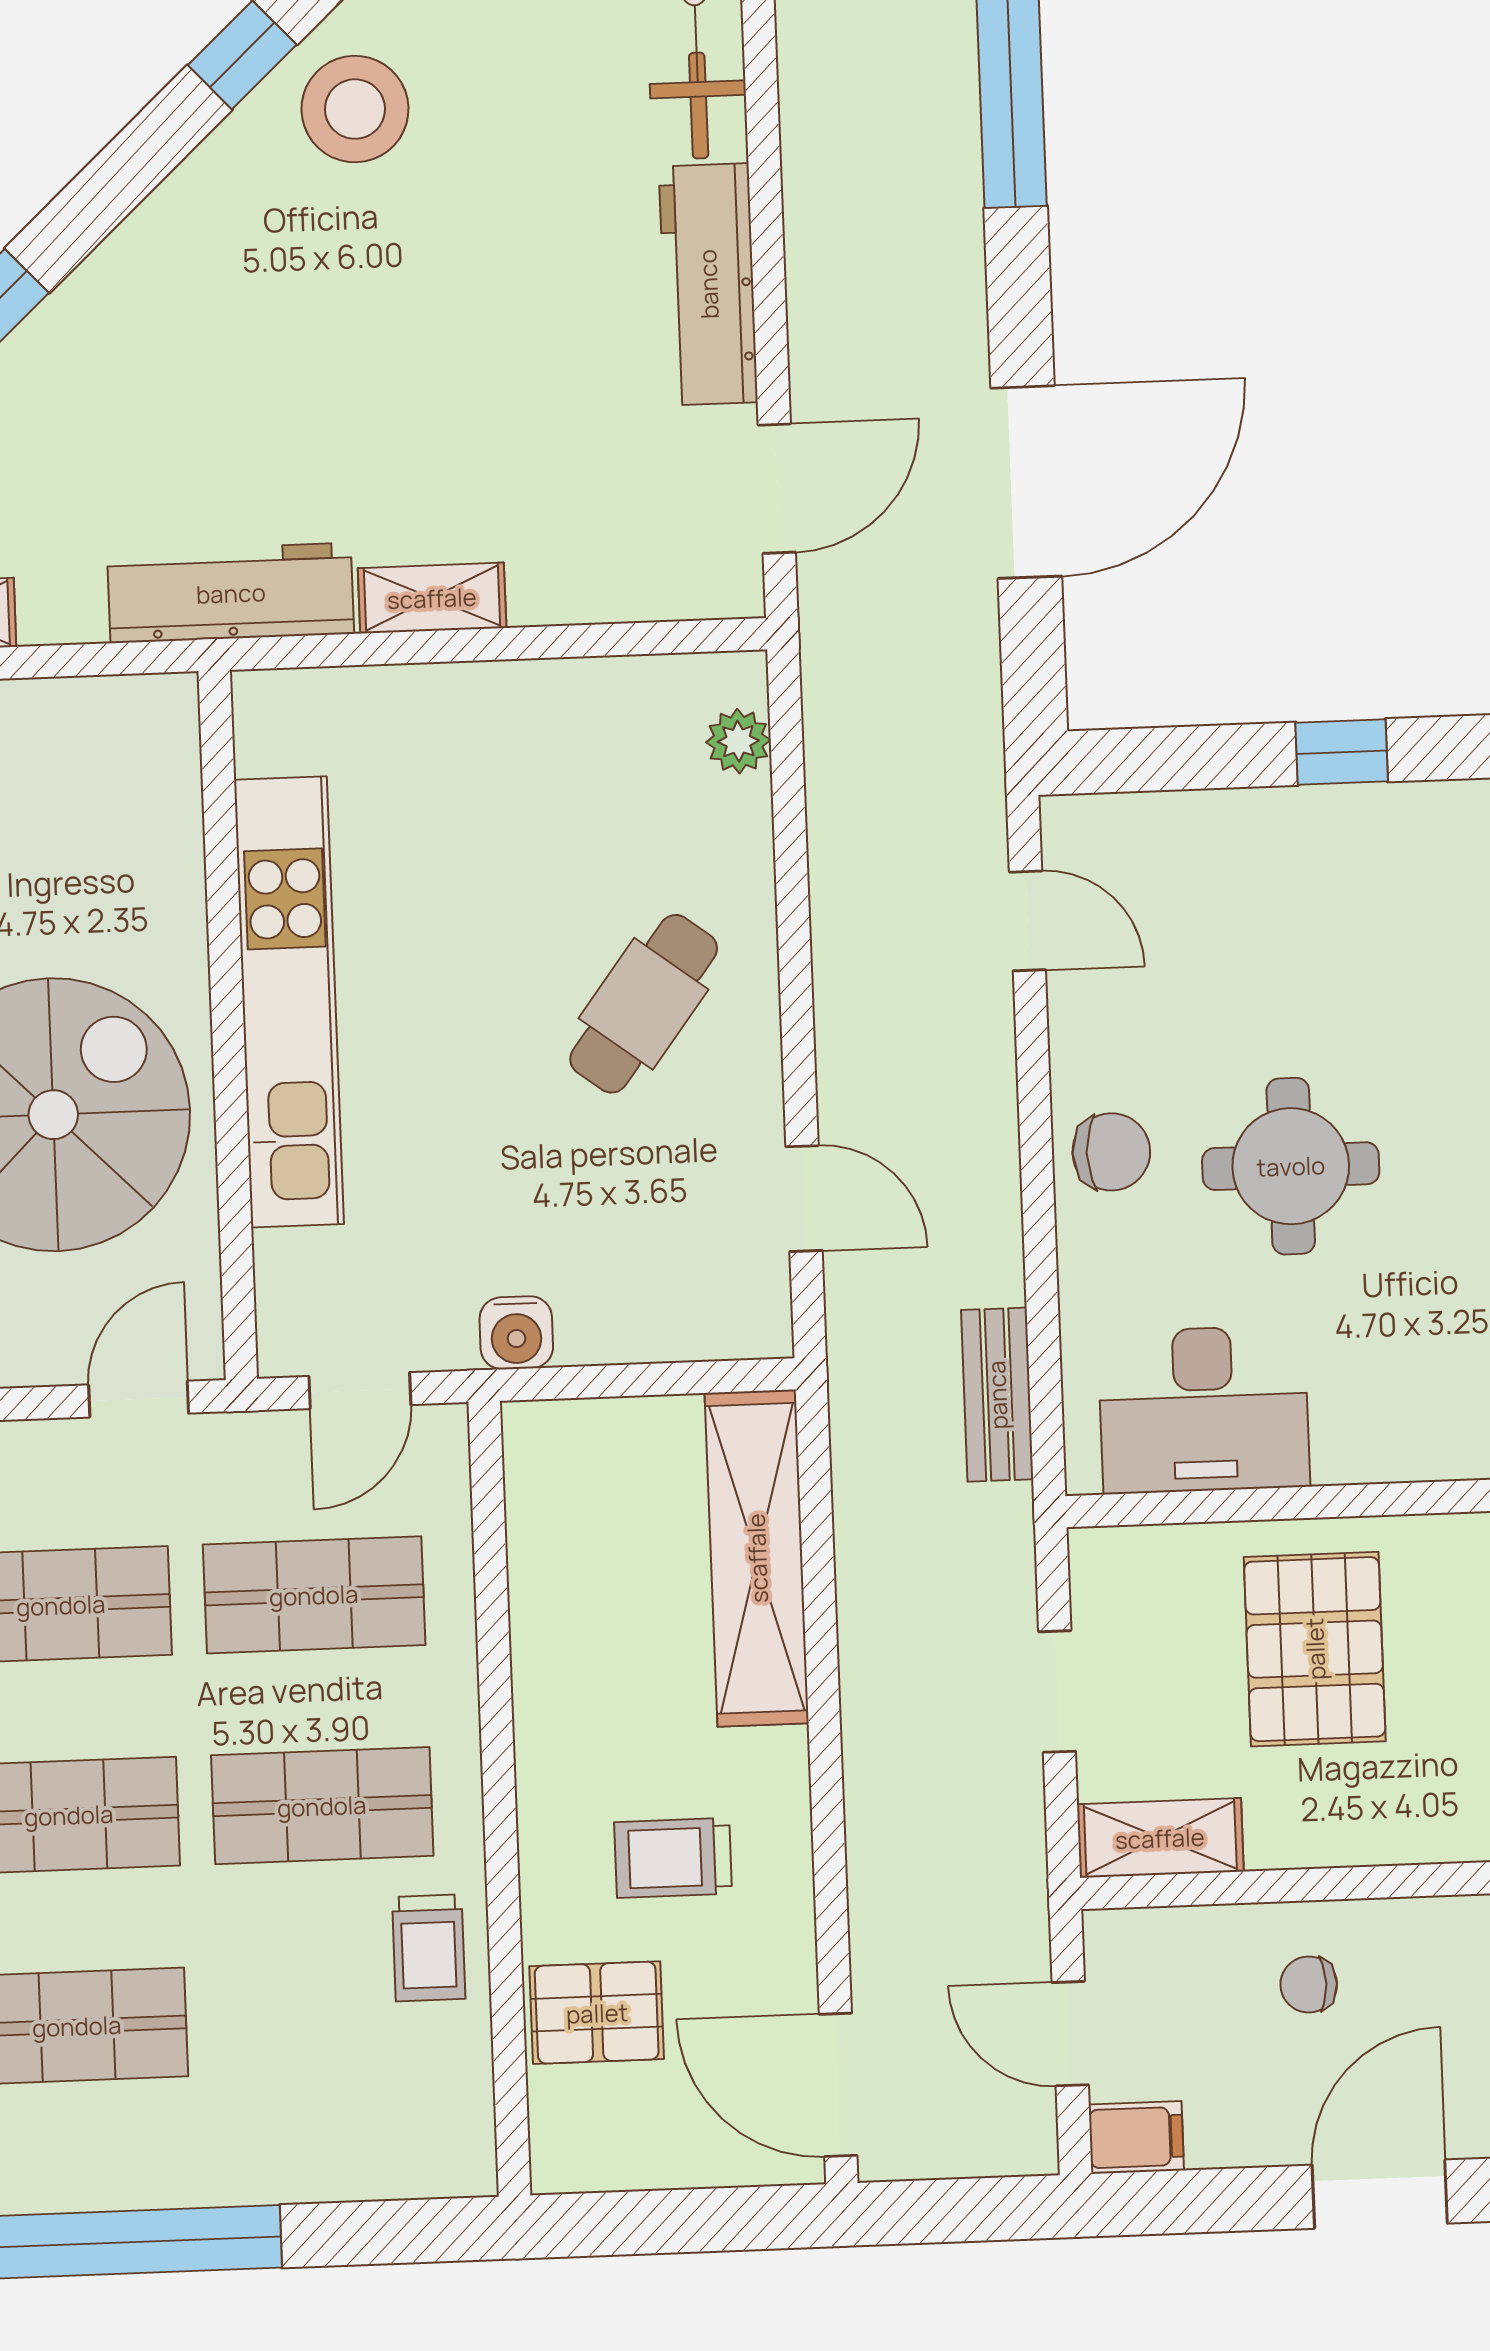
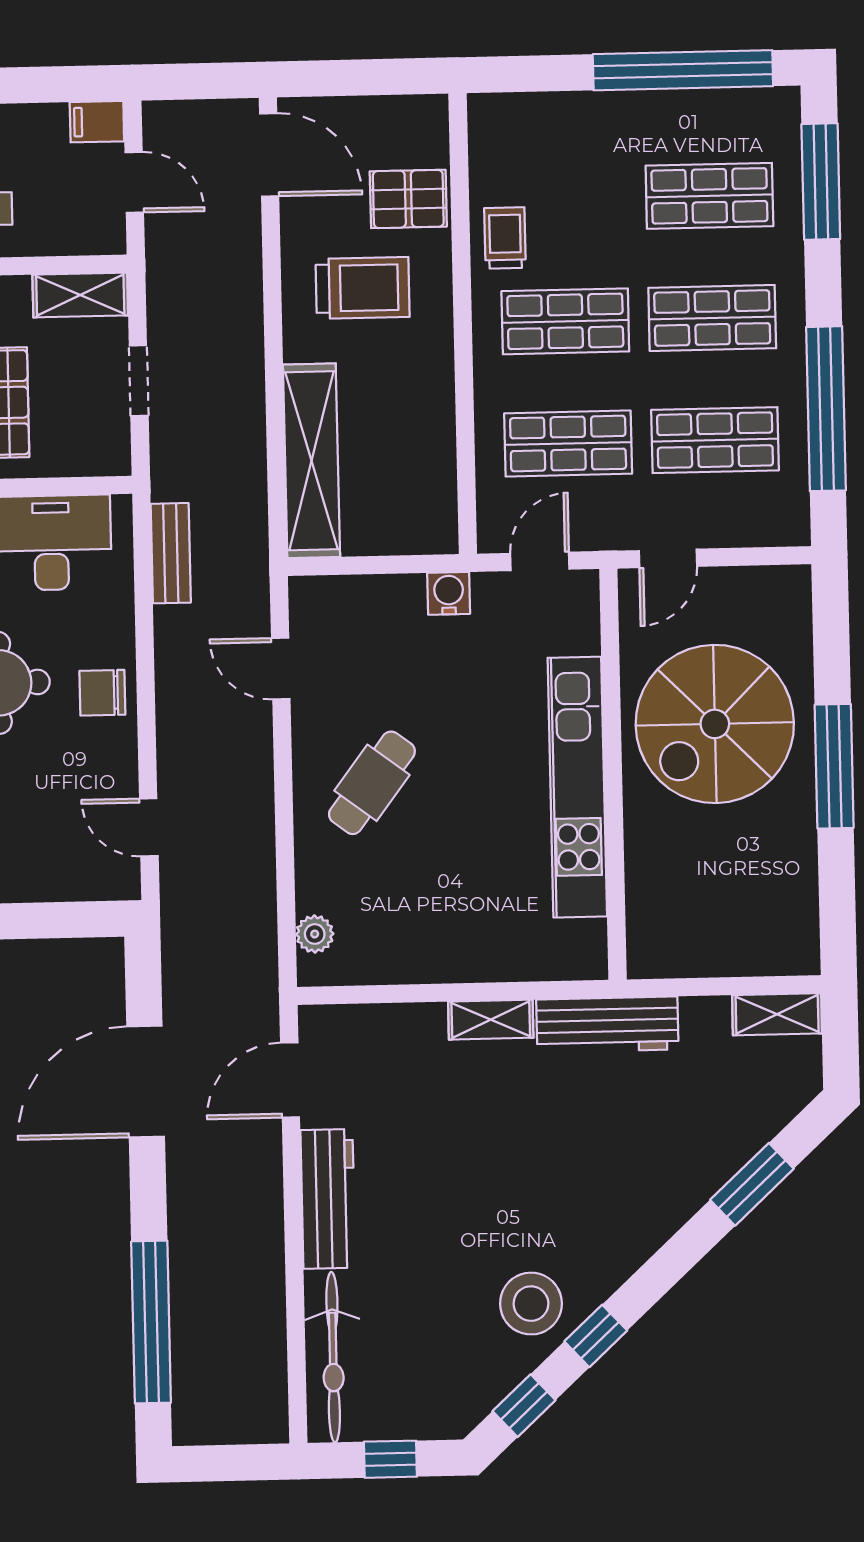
trolley: (673, 1858) -> (363, 288), width x1.36, depth x1.39

